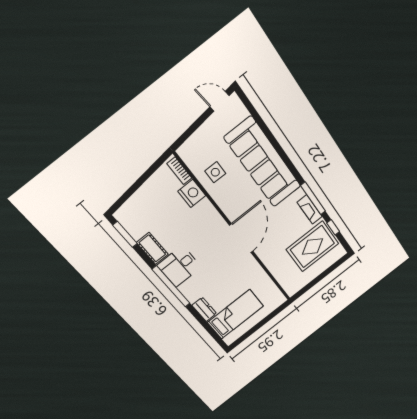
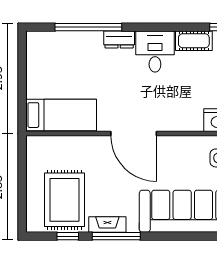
window: (171, 286) -> (88, 27), moved
dresser: (204, 309) -> (119, 39), moved
bed: (235, 314) -> (61, 115), moved, turned -90

